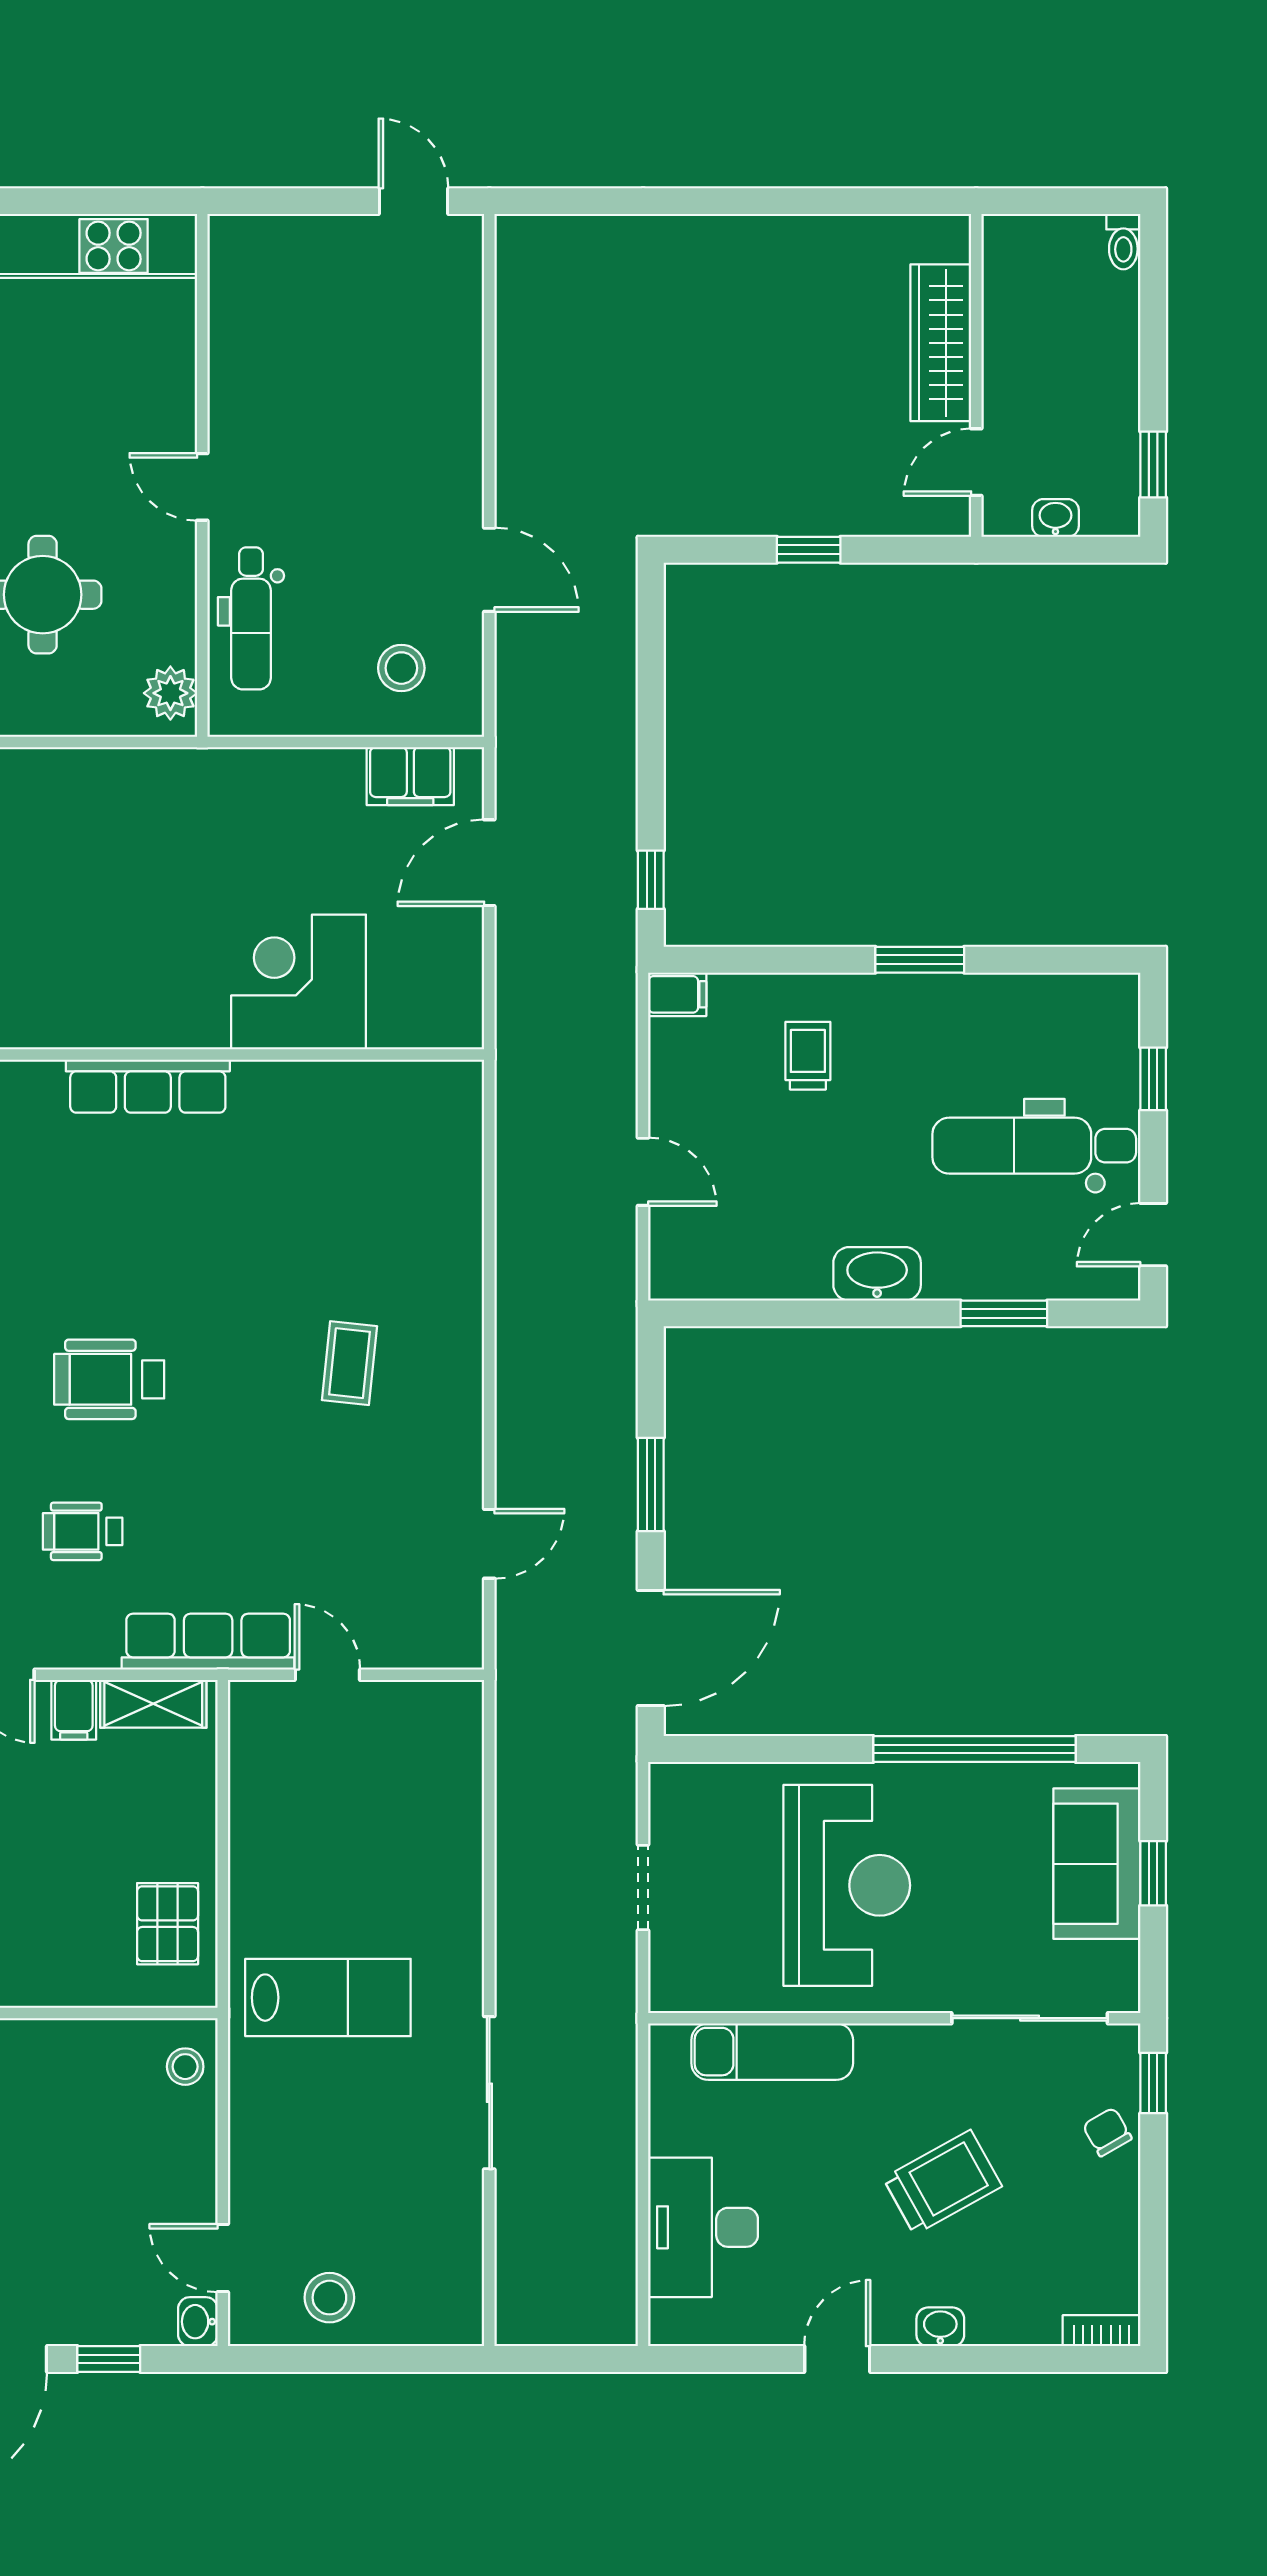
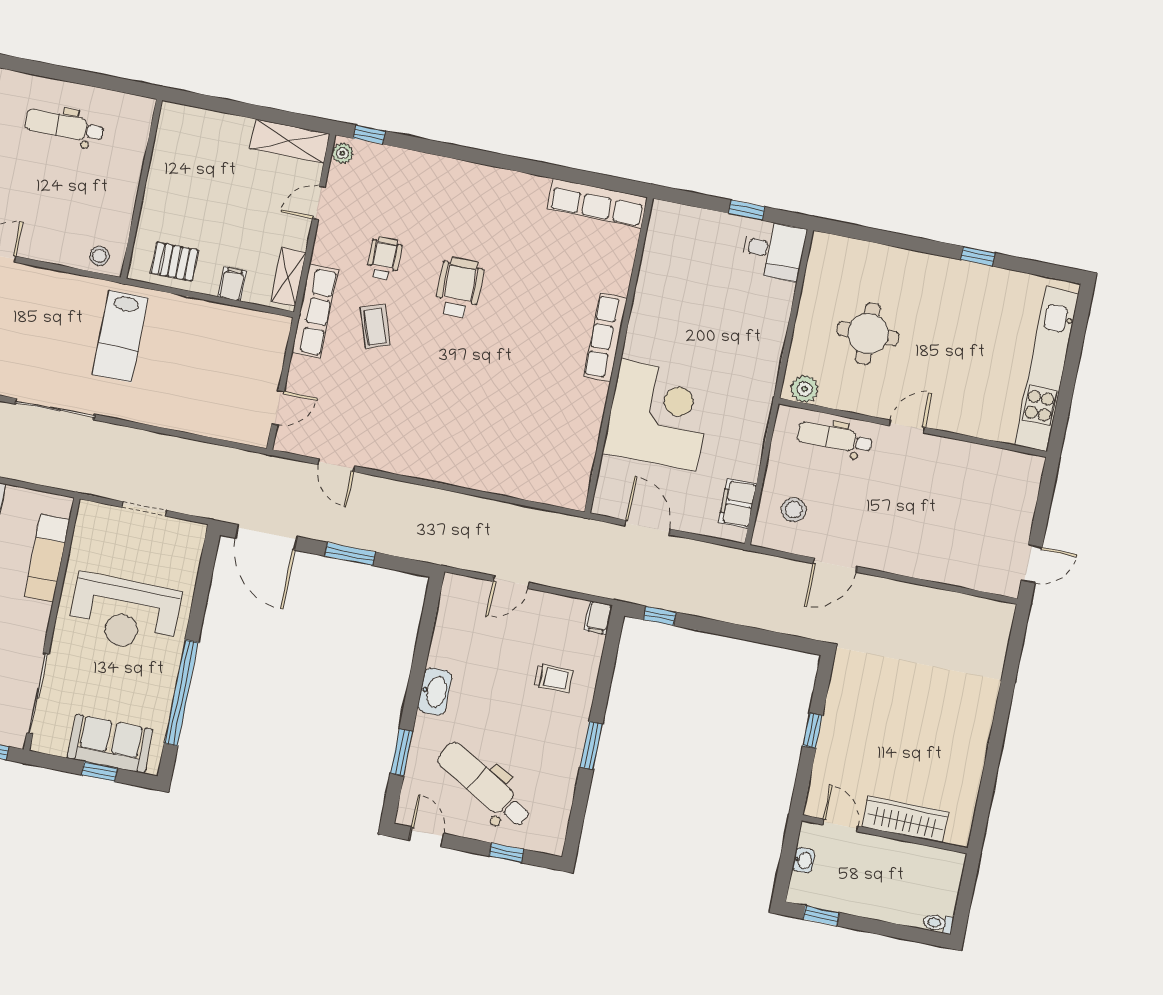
door: (489, 863) -> (647, 527), moved
corner desk: (298, 982) -> (658, 415), width x1.36, depth x1.36
dental chair: (1034, 1146) -> (484, 785), turned -60
coffee table: (349, 1363) -> (375, 326), moved, turned 65
door: (327, 1675) -> (278, 408), moved
filing cabinet: (74, 1710) -> (232, 284), moved, turned 90

